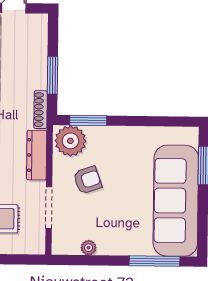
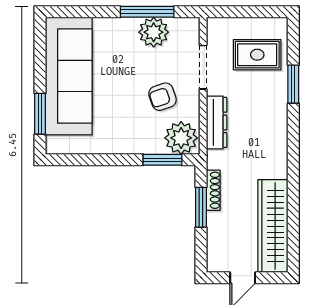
shoe rack: (41, 110) -> (213, 190), moved
plant: (89, 248) -> (154, 32), width x1.88, depth x1.88
window: (155, 261) -> (147, 12), moved

